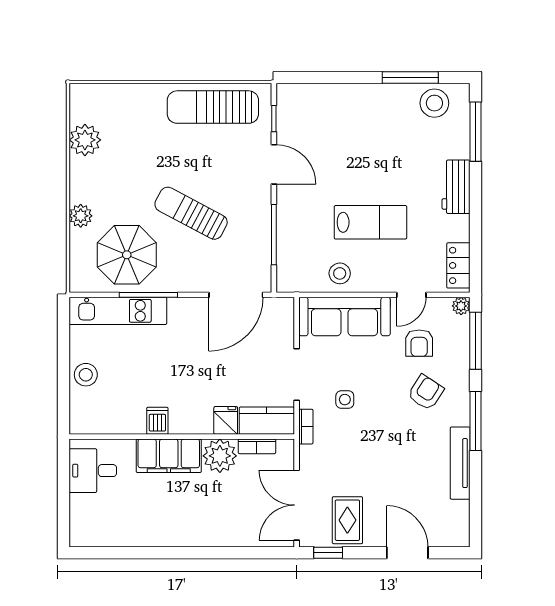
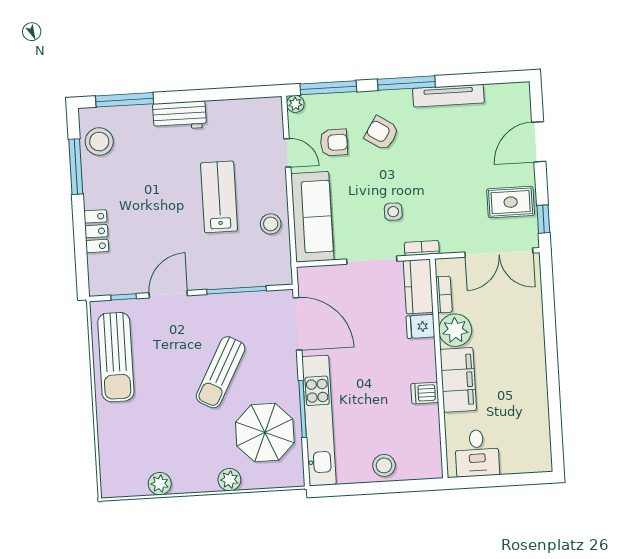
plant: (85, 140) -> (160, 484), width x0.73, depth x0.73
locker: (458, 265) -> (96, 231), moved, turned -90
kitchen unit: (118, 311) -> (319, 421), width x1.36

